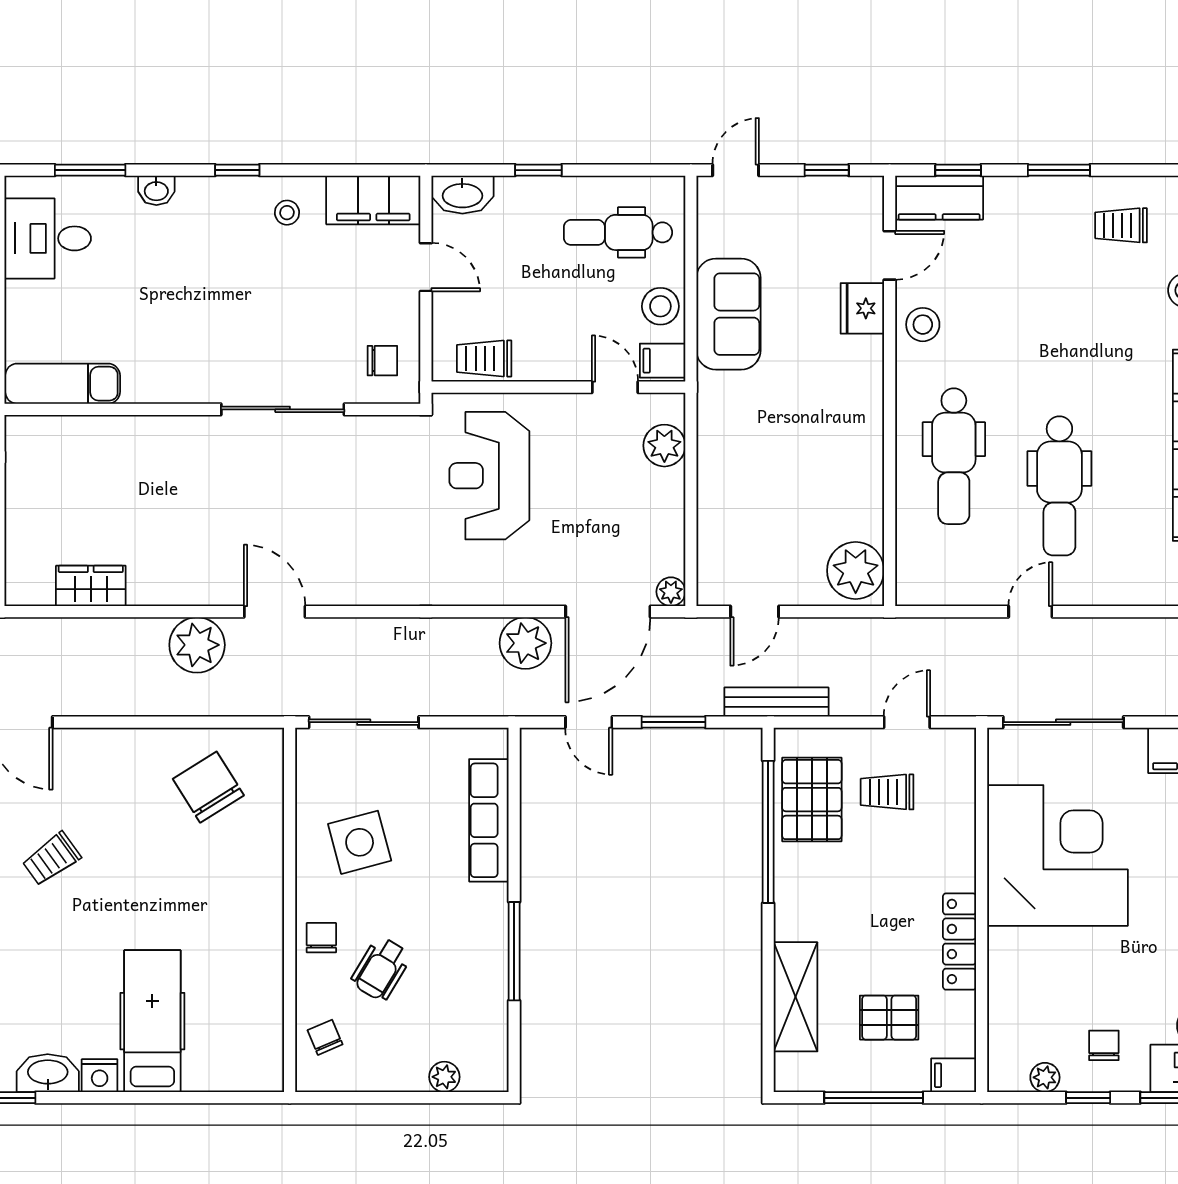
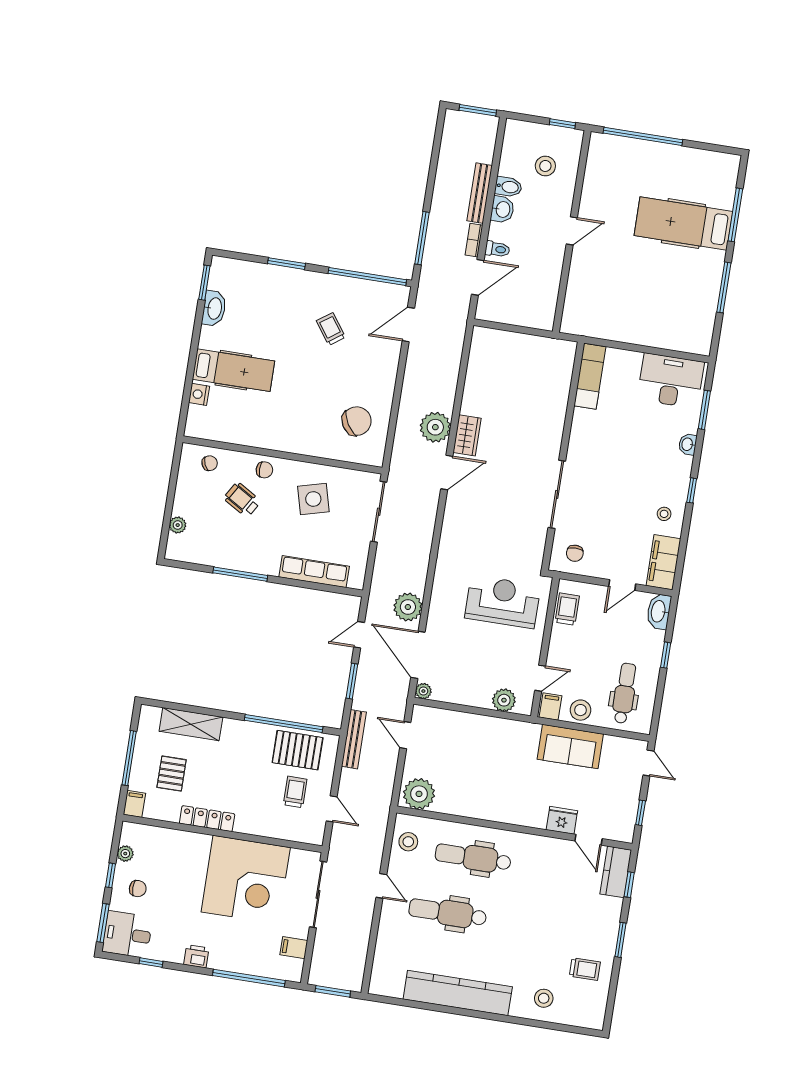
trolley: (1121, 225) -> (585, 969), turned 90
desk: (48, 238) -> (671, 381), width x1.37
stool: (923, 325) -> (408, 842), moved
wardrobe: (91, 586) -> (467, 435), moved
nightstand: (100, 1076) -> (199, 394), moved

